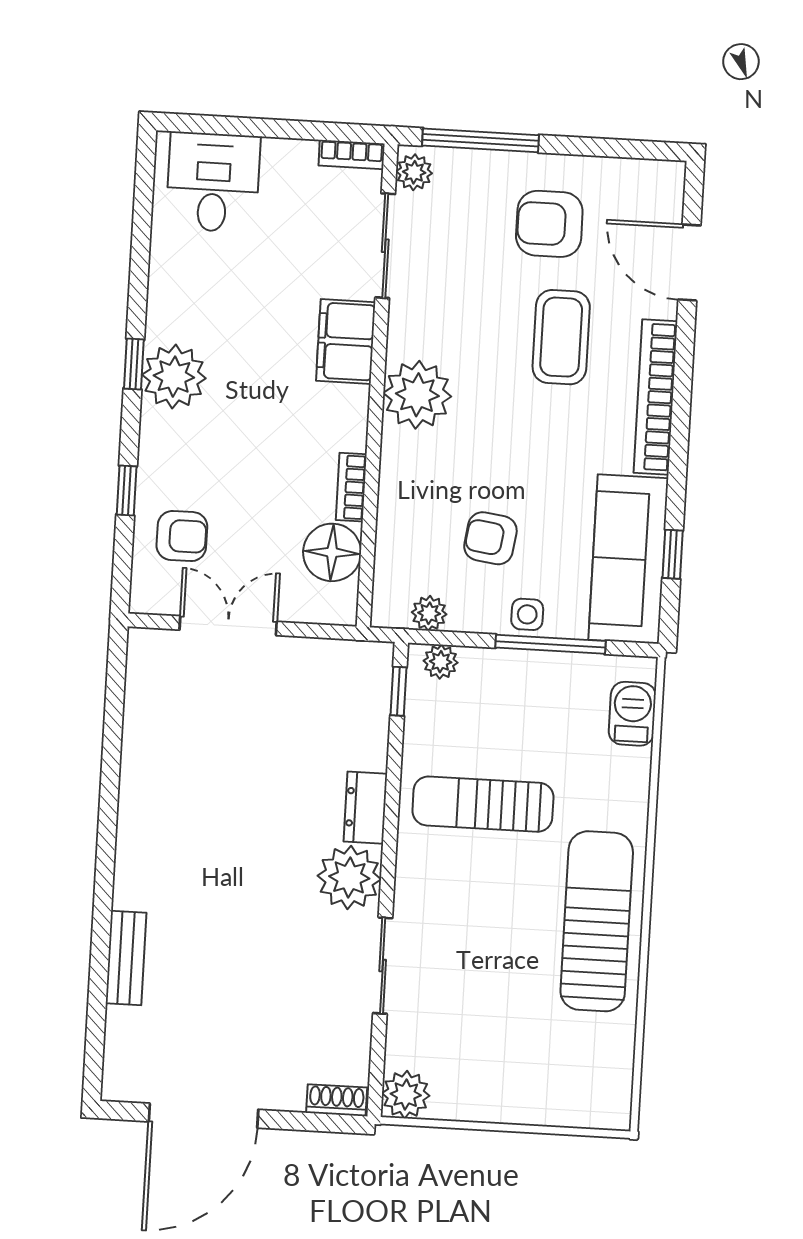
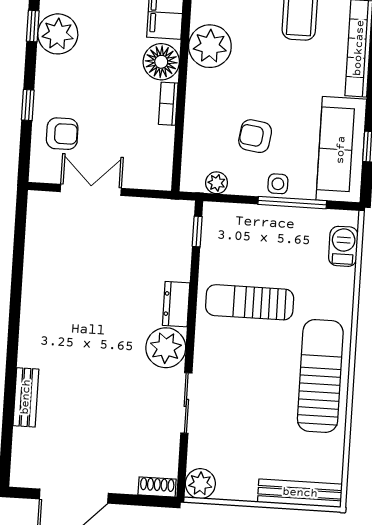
floor lamp: (332, 552) -> (161, 62), moved
plant: (441, 662) -> (224, 213), removed
bench: (565, 1109) -> (300, 493), added

